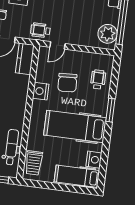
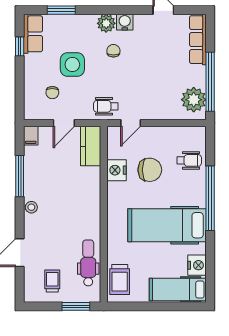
wheelchair: (98, 79) -> (189, 160), turned 90
chair: (67, 83) -> (150, 170), turned -87
nightstand: (41, 91) -> (116, 170), moved
window: (110, 110) -> (210, 198), width x2.11

